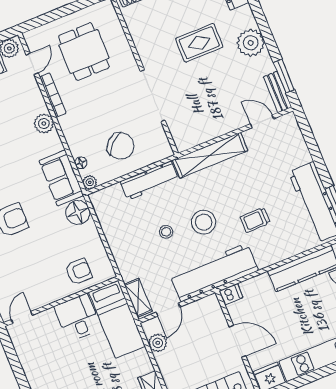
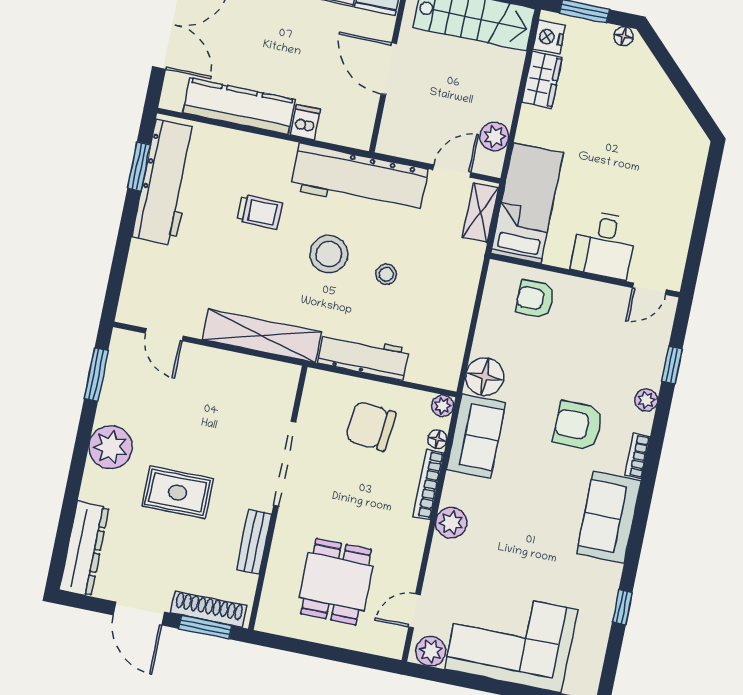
bench: (277, 92) -> (254, 542), moved
bookcase: (53, 95) -> (429, 484), moved
chair: (121, 146) -> (371, 426), turned -41
dishwasher: (231, 294) -> (305, 122), moved, turned 90
desk: (78, 318) -> (604, 245), moved

